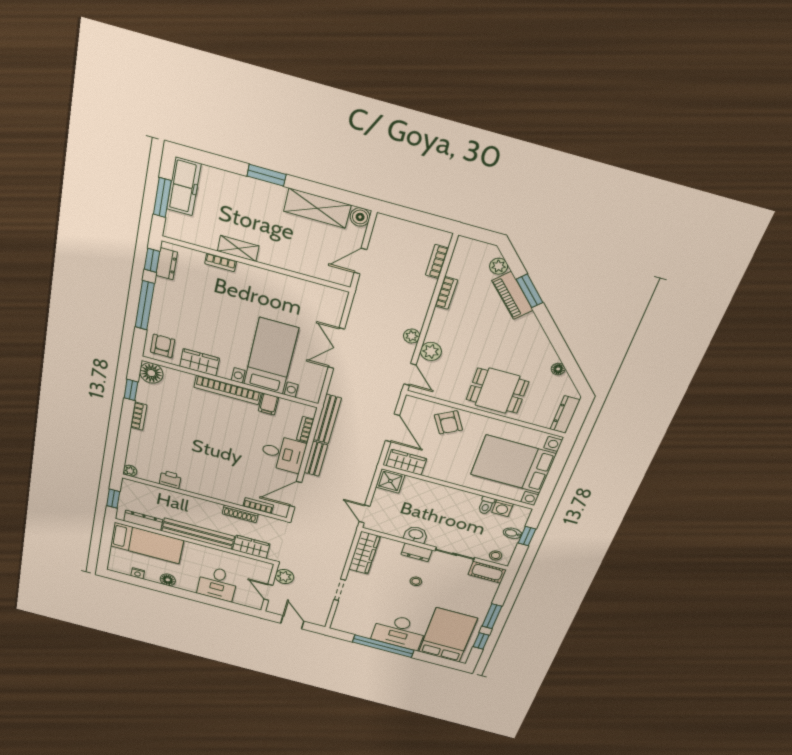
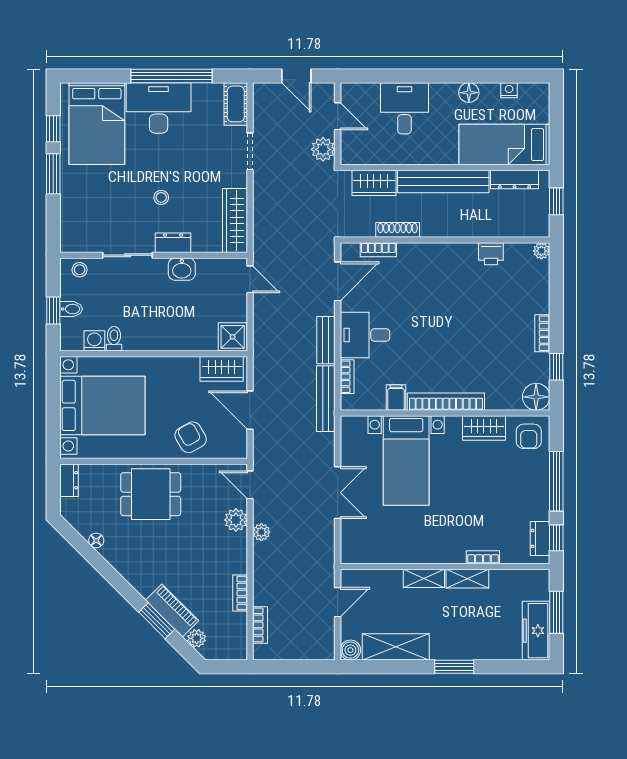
shelving: (277, 260) -> (424, 578), added
dresser: (565, 415) -> (69, 480), width x0.70
cot: (487, 572) -> (236, 104), moved, turned 90

